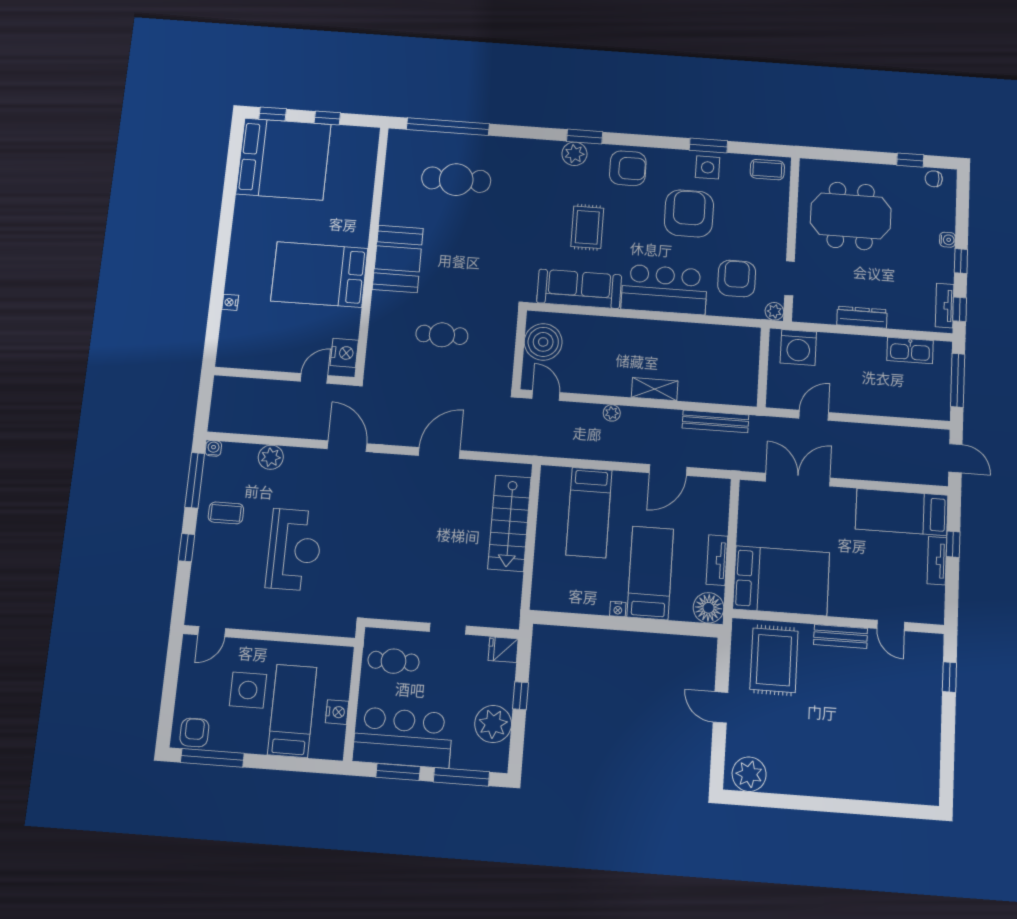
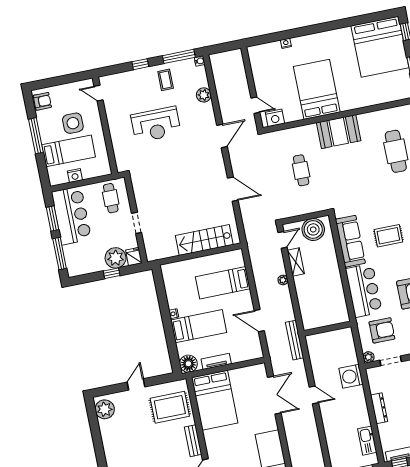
wall: (763, 367) -> (328, 329), moved
shelving: (655, 389) -> (296, 262), moved
plant: (493, 724) -> (116, 258), moved
window: (212, 758) -> (36, 136), moved

